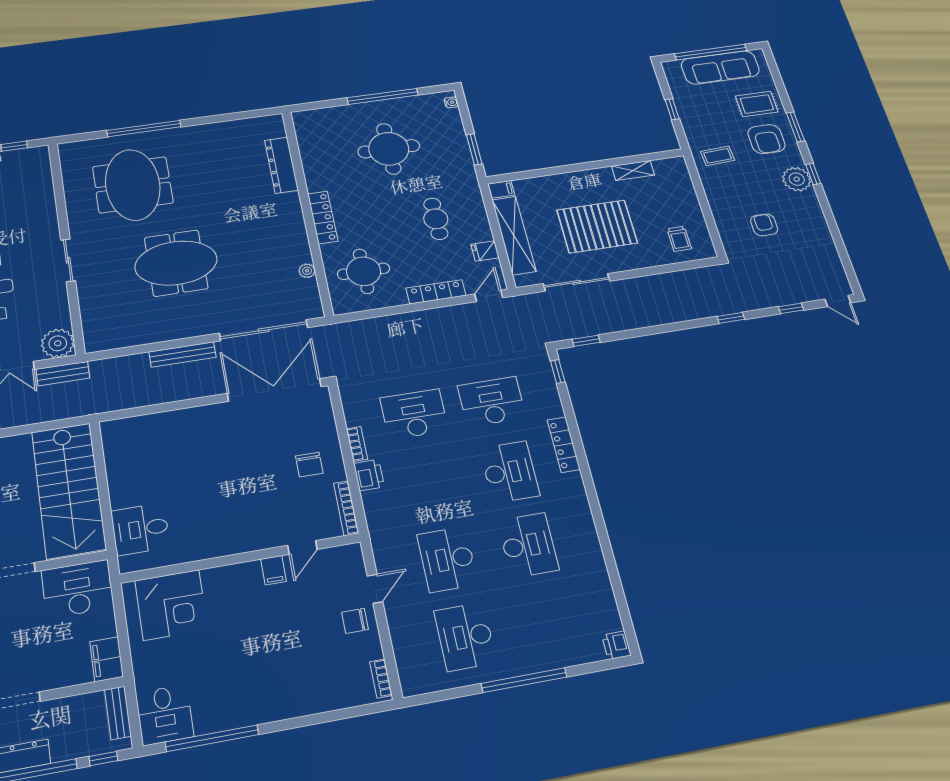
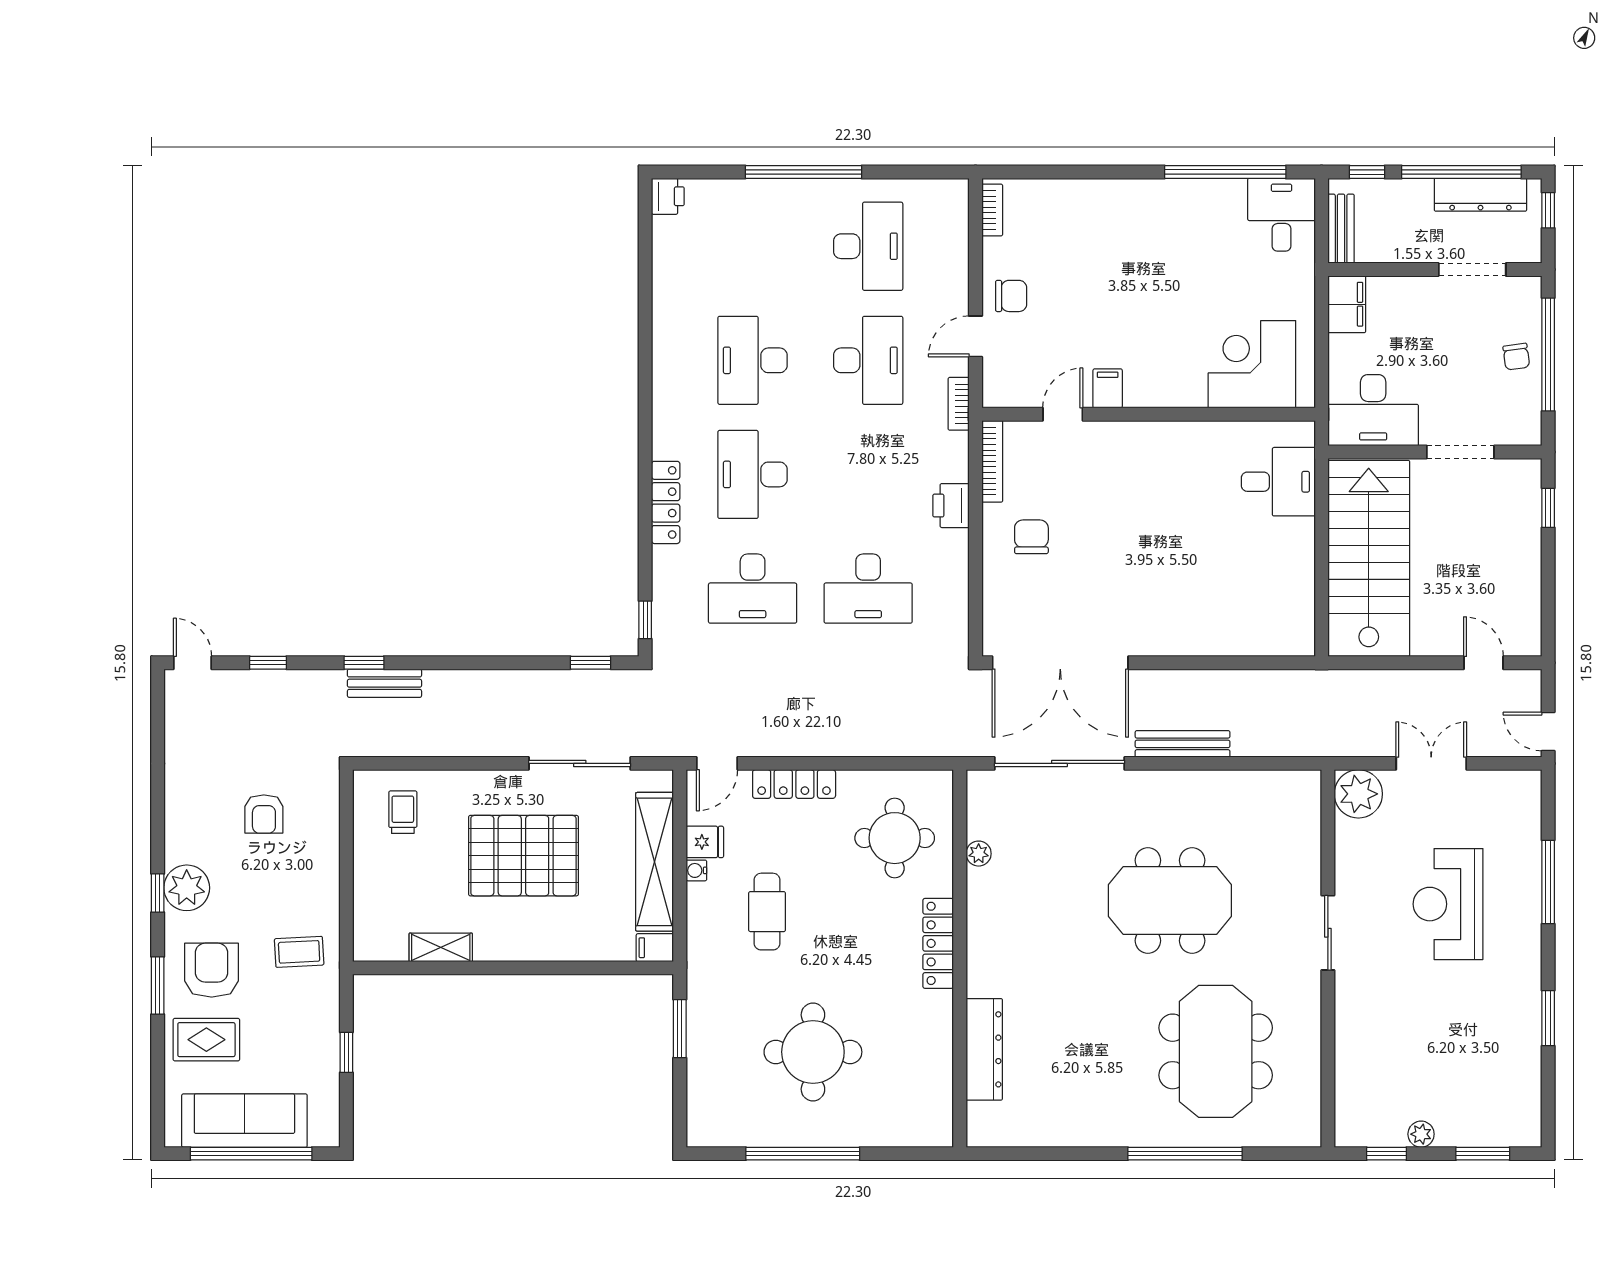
water cooler: (451, 102) -> (696, 870), moved
bench: (63, 373) -> (384, 683), moved
bookcase: (357, 444) -> (959, 404), moved

